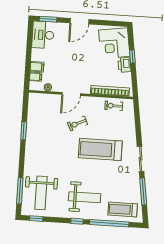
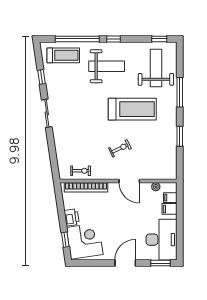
desk: (43, 35) -> (161, 240), width x1.36, depth x1.30
window: (132, 56) -> (65, 240), moved
door: (71, 94) -> (129, 181), swing flipped
treadmill: (100, 149) -> (132, 109), moved
window: (20, 191) -> (180, 92), moved
window: (143, 191) -> (42, 77), width x0.46
weight bench: (85, 197) -> (107, 66), turned 180

